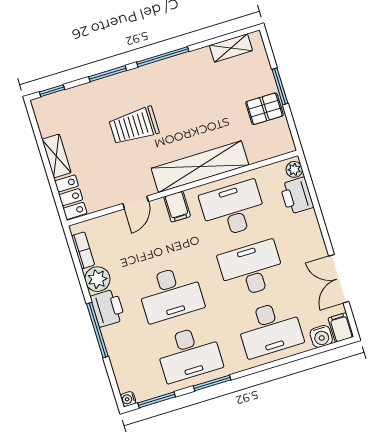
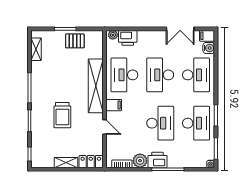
pallet: (264, 109) -> (75, 41), turned 90

